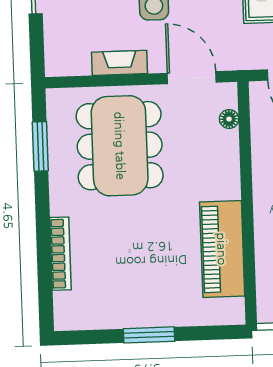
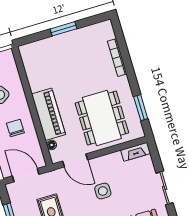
fireplace: (119, 63) -> (136, 152), moved
piano: (222, 249) -> (48, 114), moved

